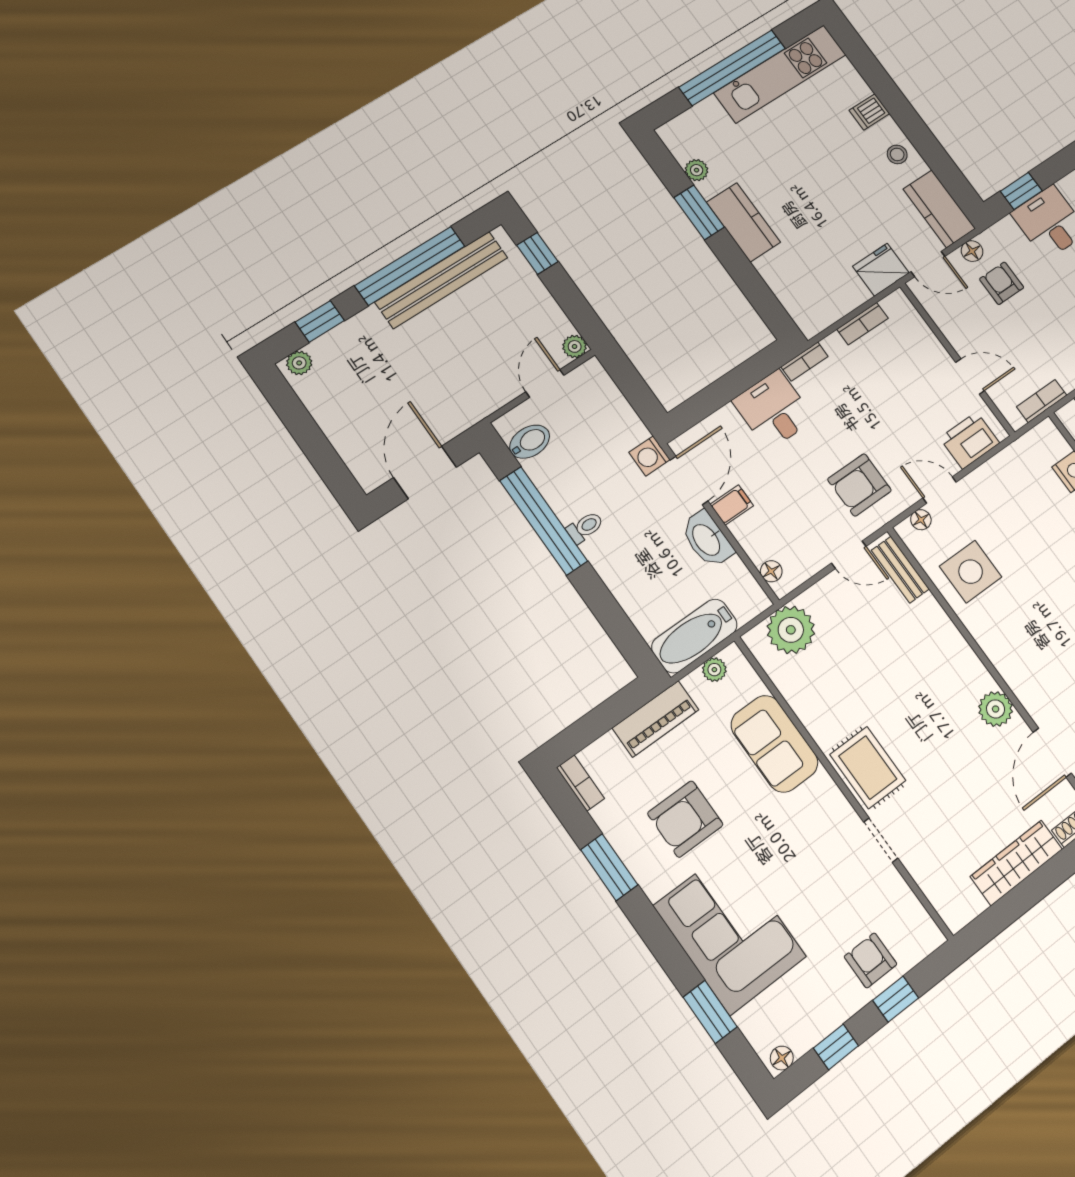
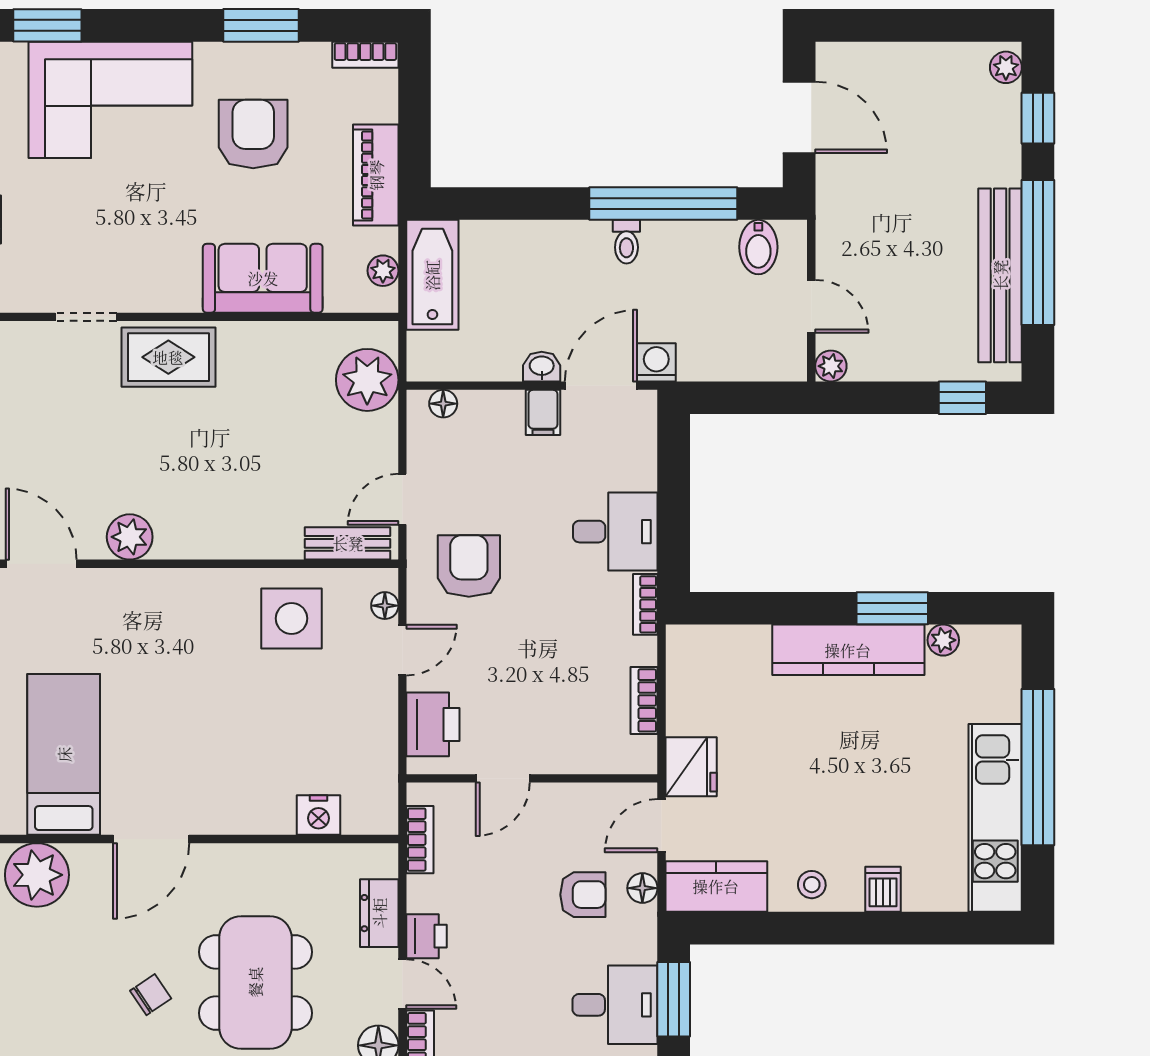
window: (1021, 191) -> (674, 999), width x1.50
kitchen counter: (743, 222) -> (848, 650), width x1.50
door: (689, 480) -> (601, 386), swing flipped
washbasin: (707, 539) -> (542, 367), width x0.52, depth x0.69

